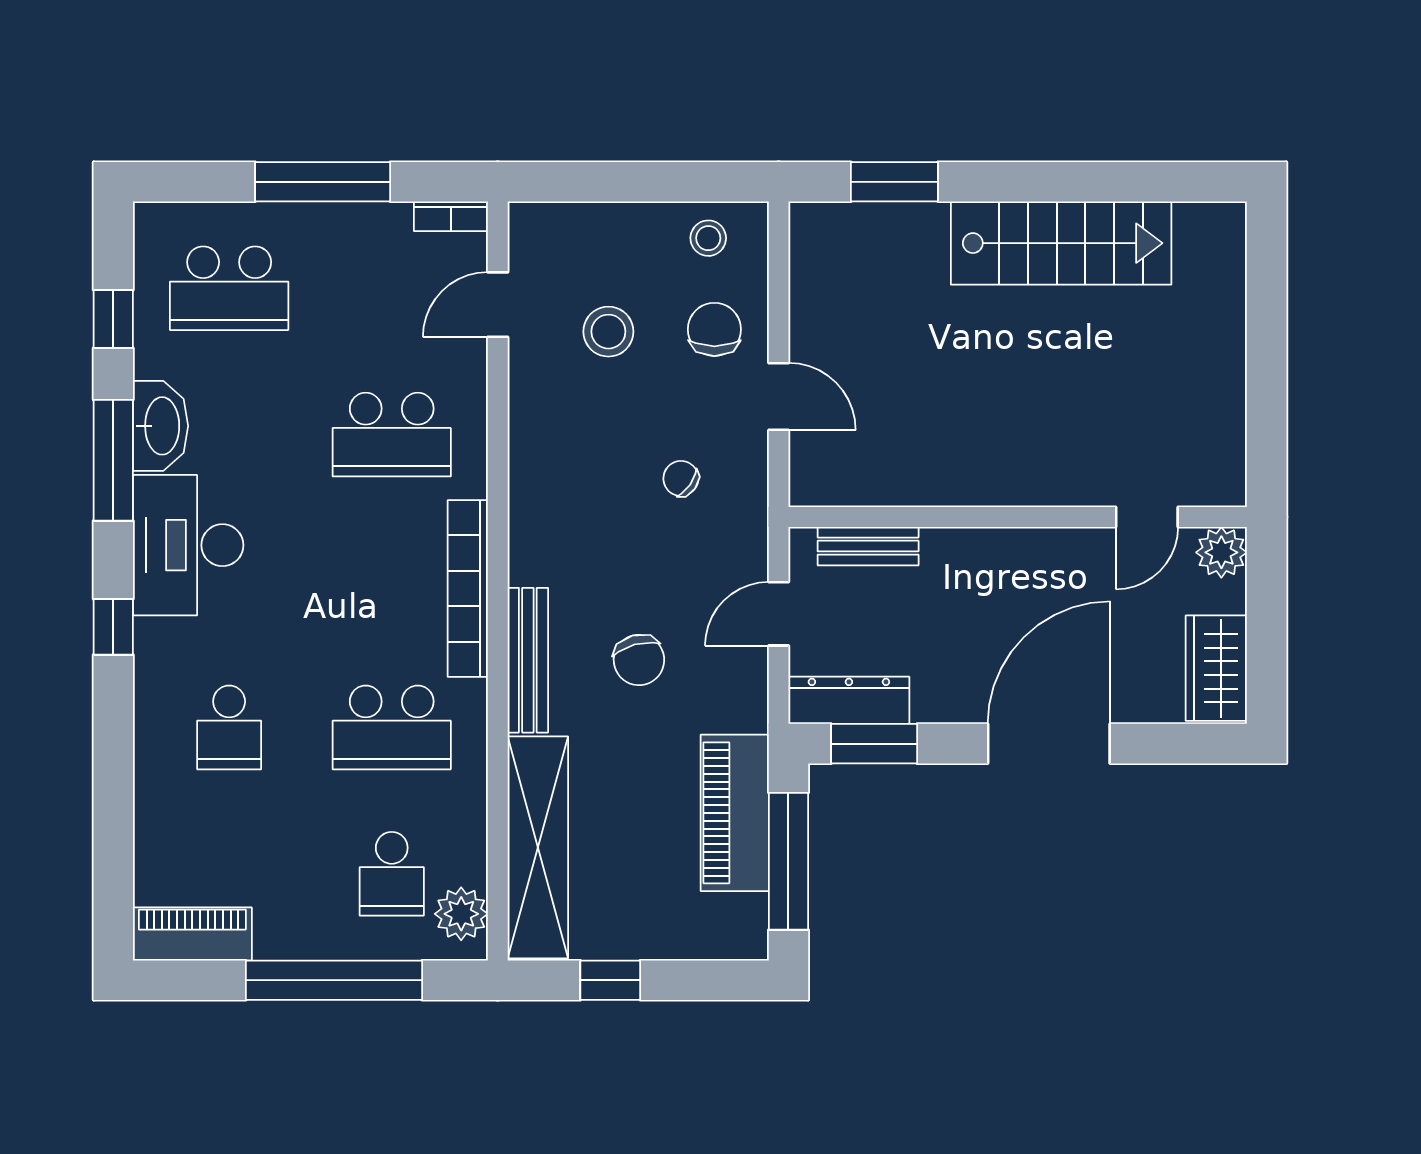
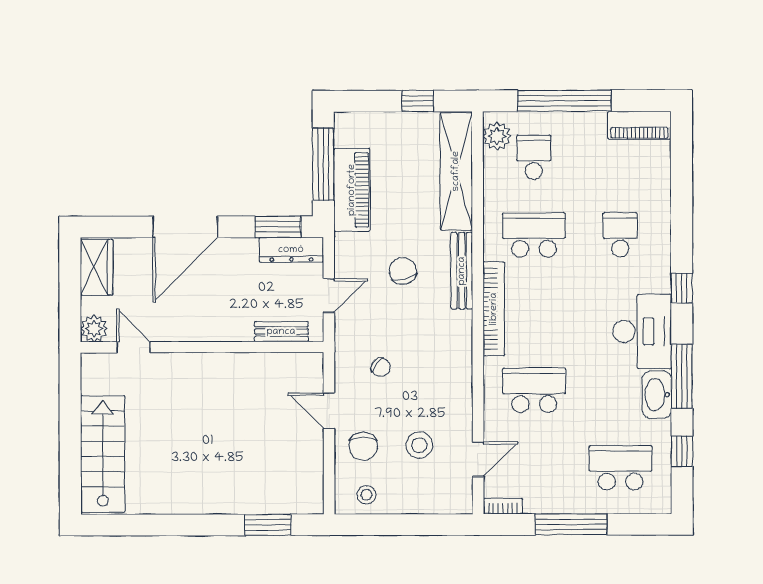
stairs: (1061, 243) -> (103, 454), moved, turned 90
door: (1147, 517) -> (134, 347), hinge flipped

